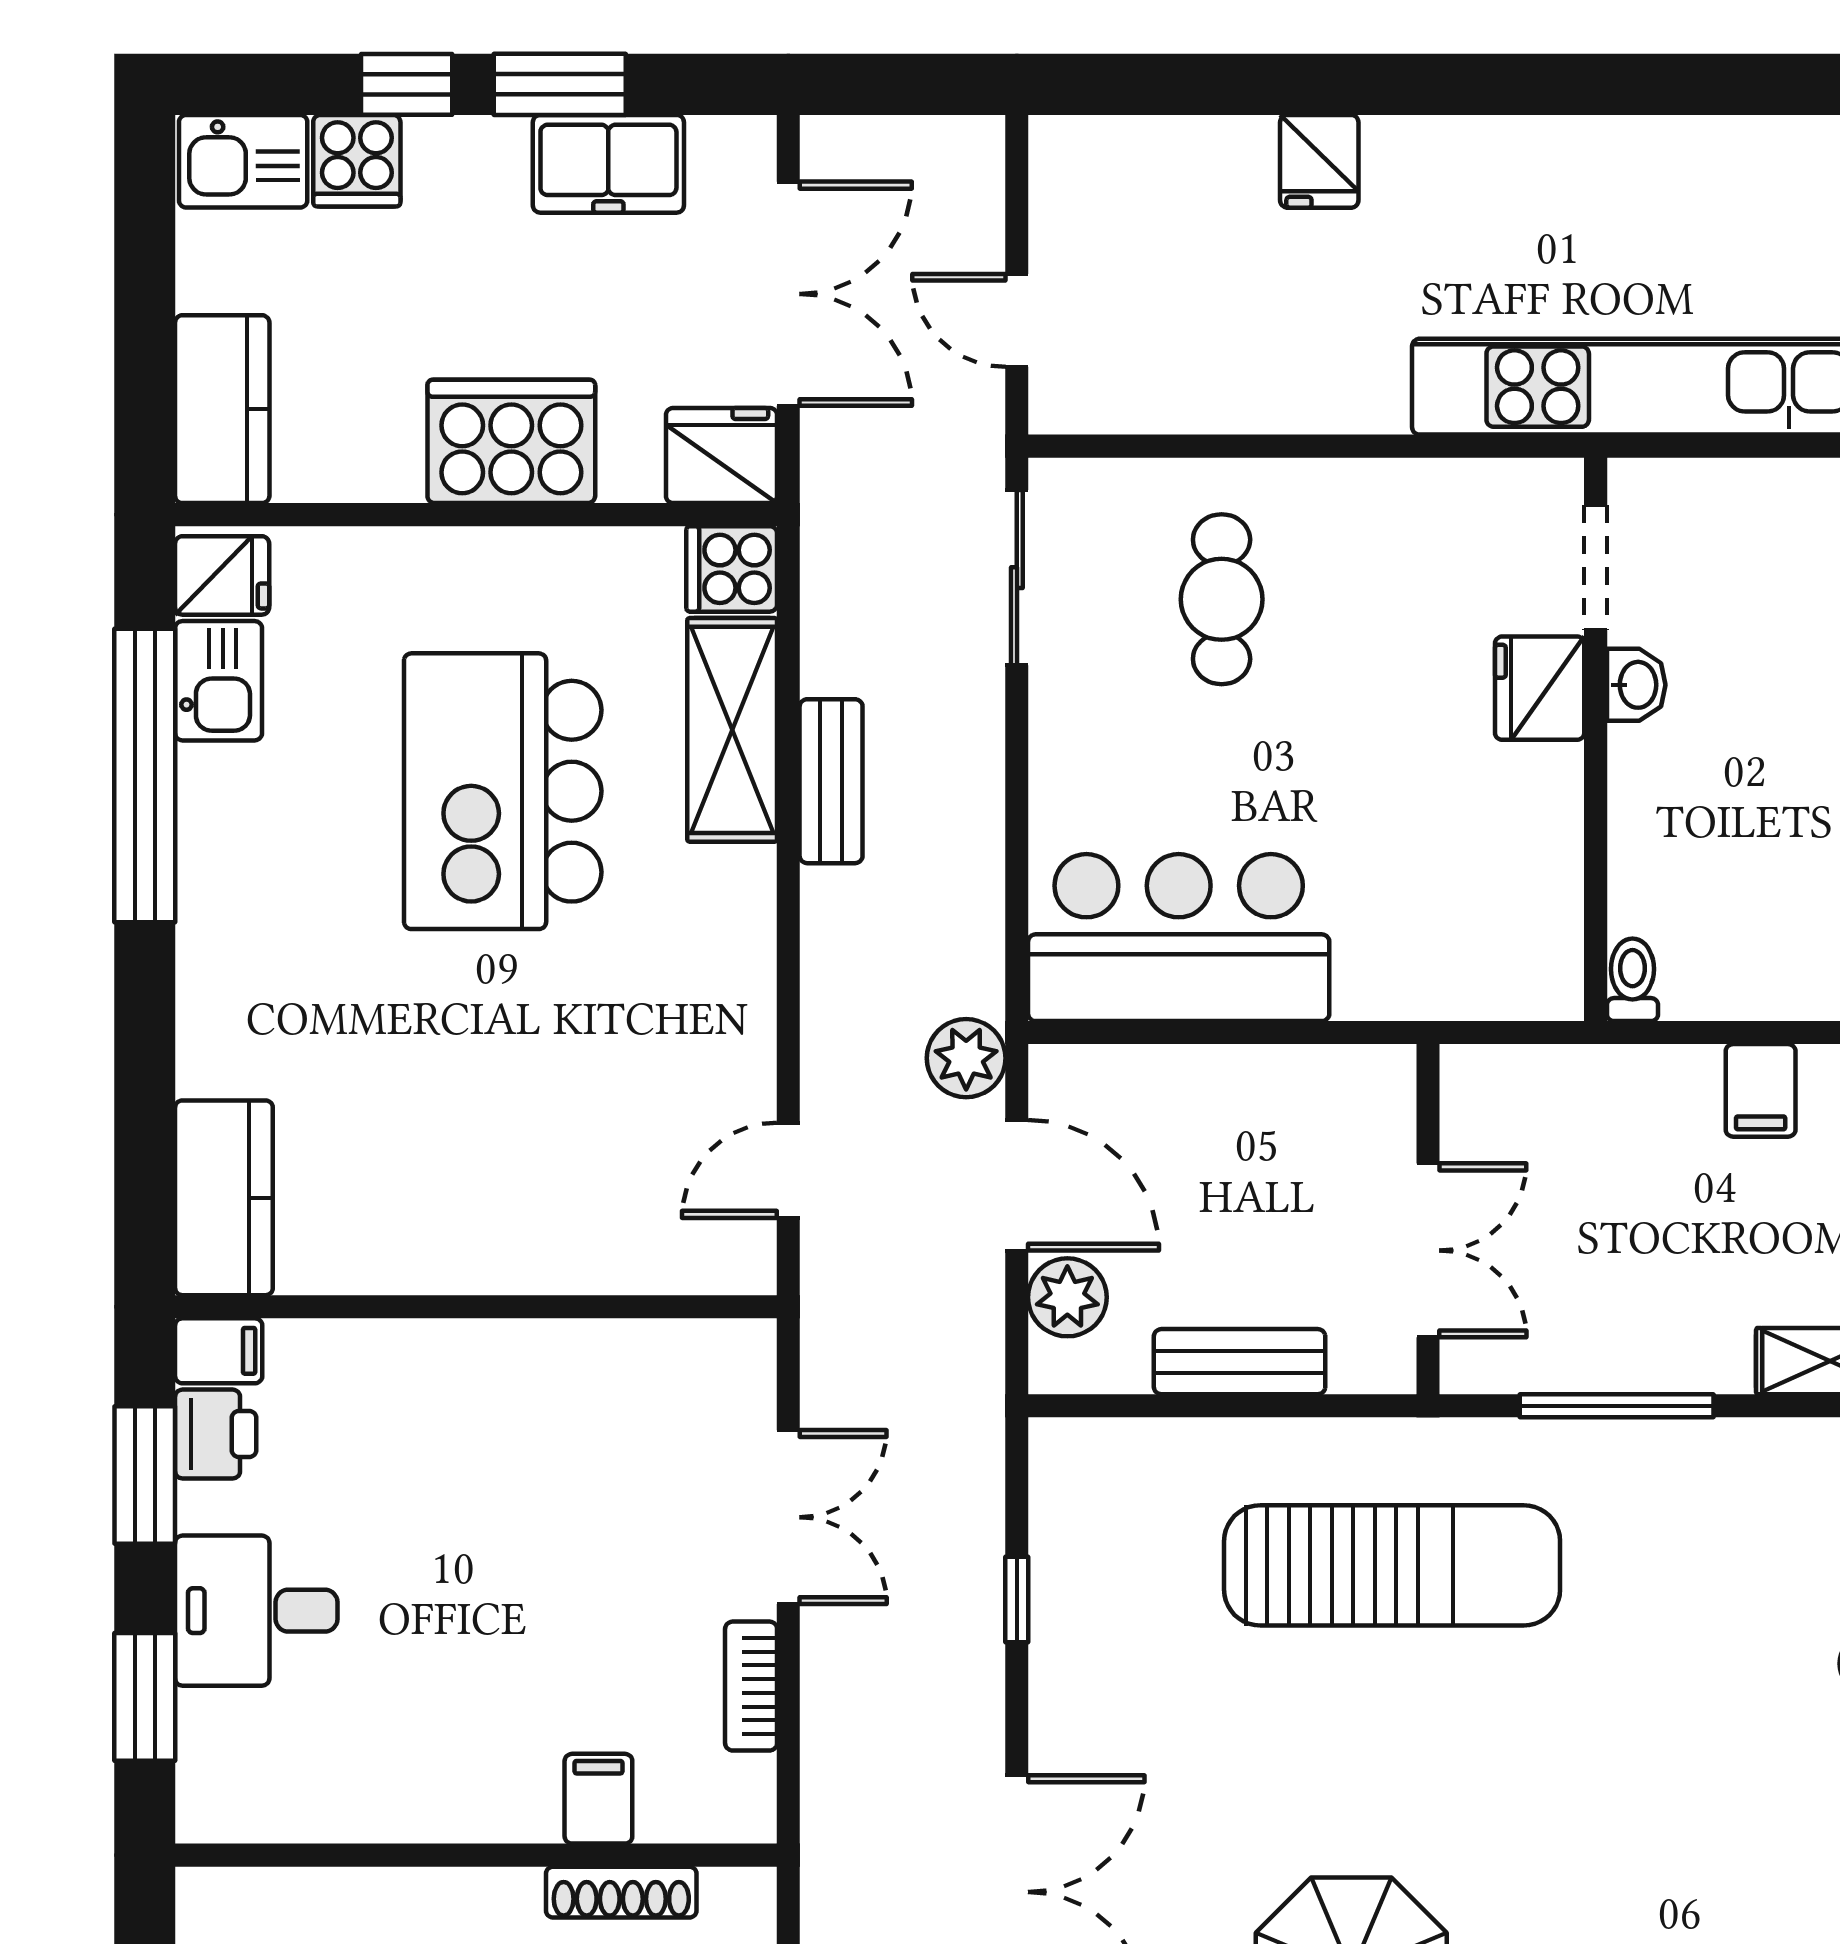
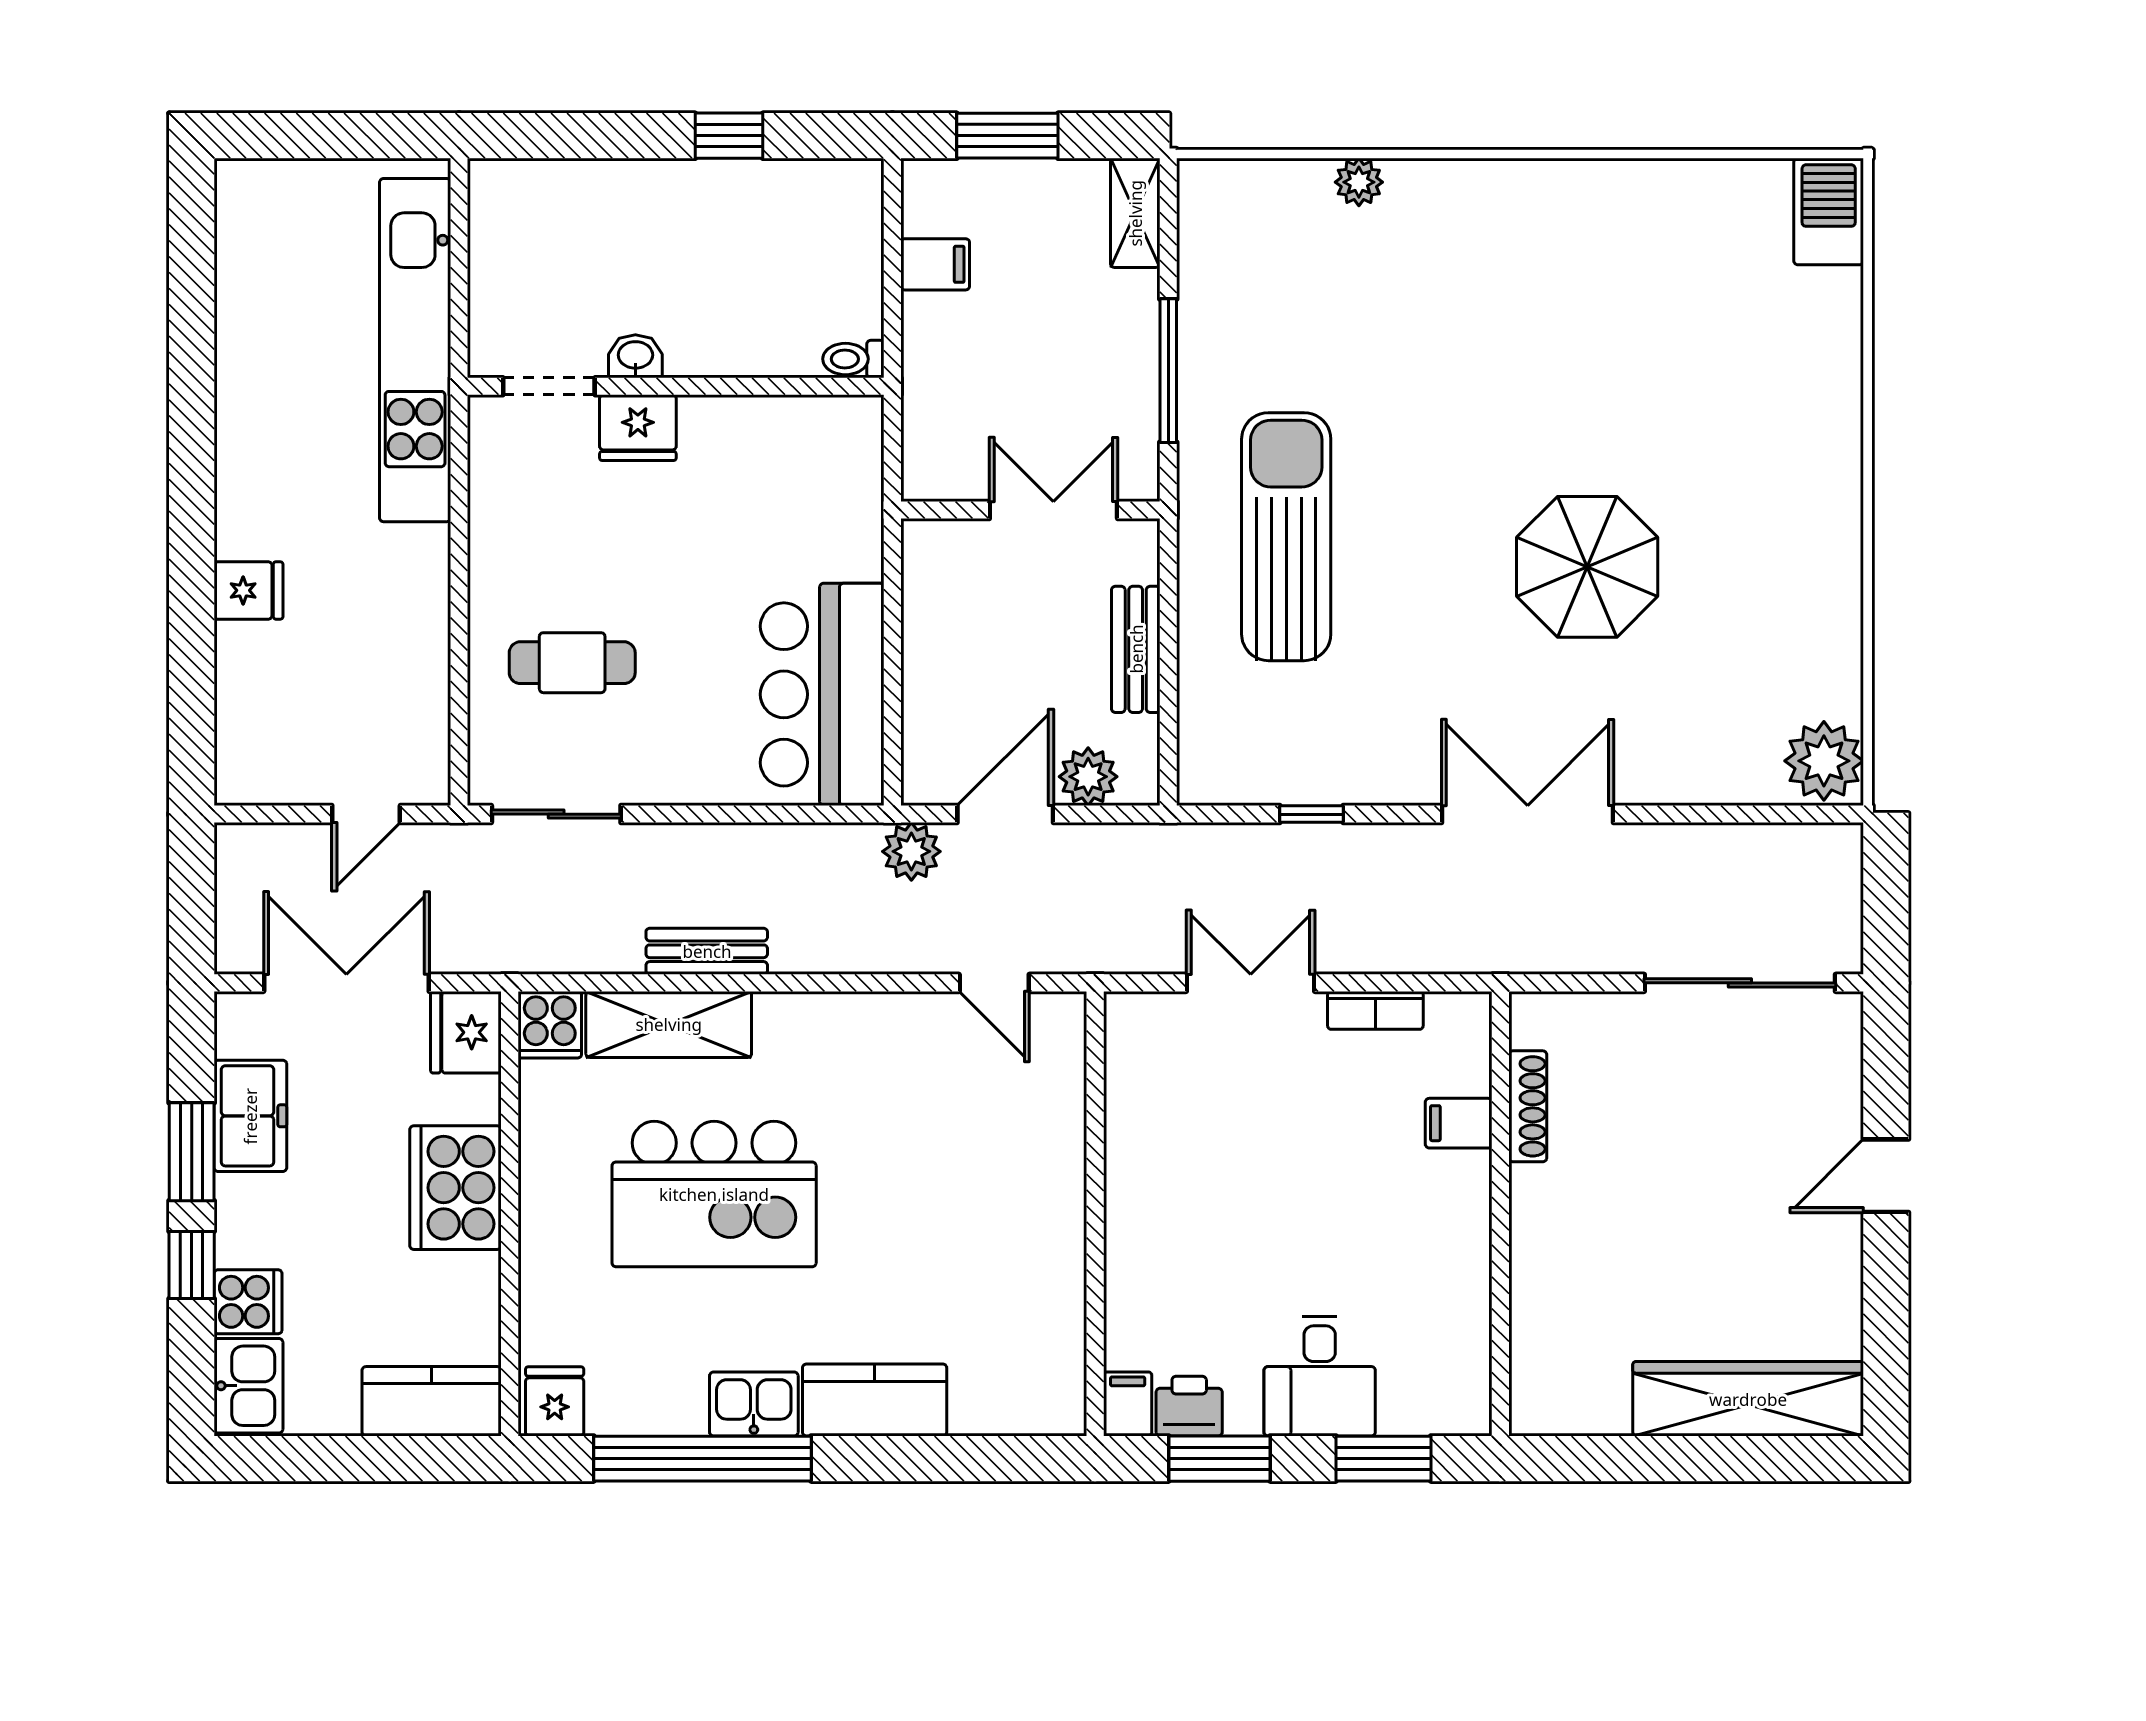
kitchen sink: (219, 681) -> (754, 1404), moved
kitchen counter: (224, 1198) -> (875, 1400), moved

